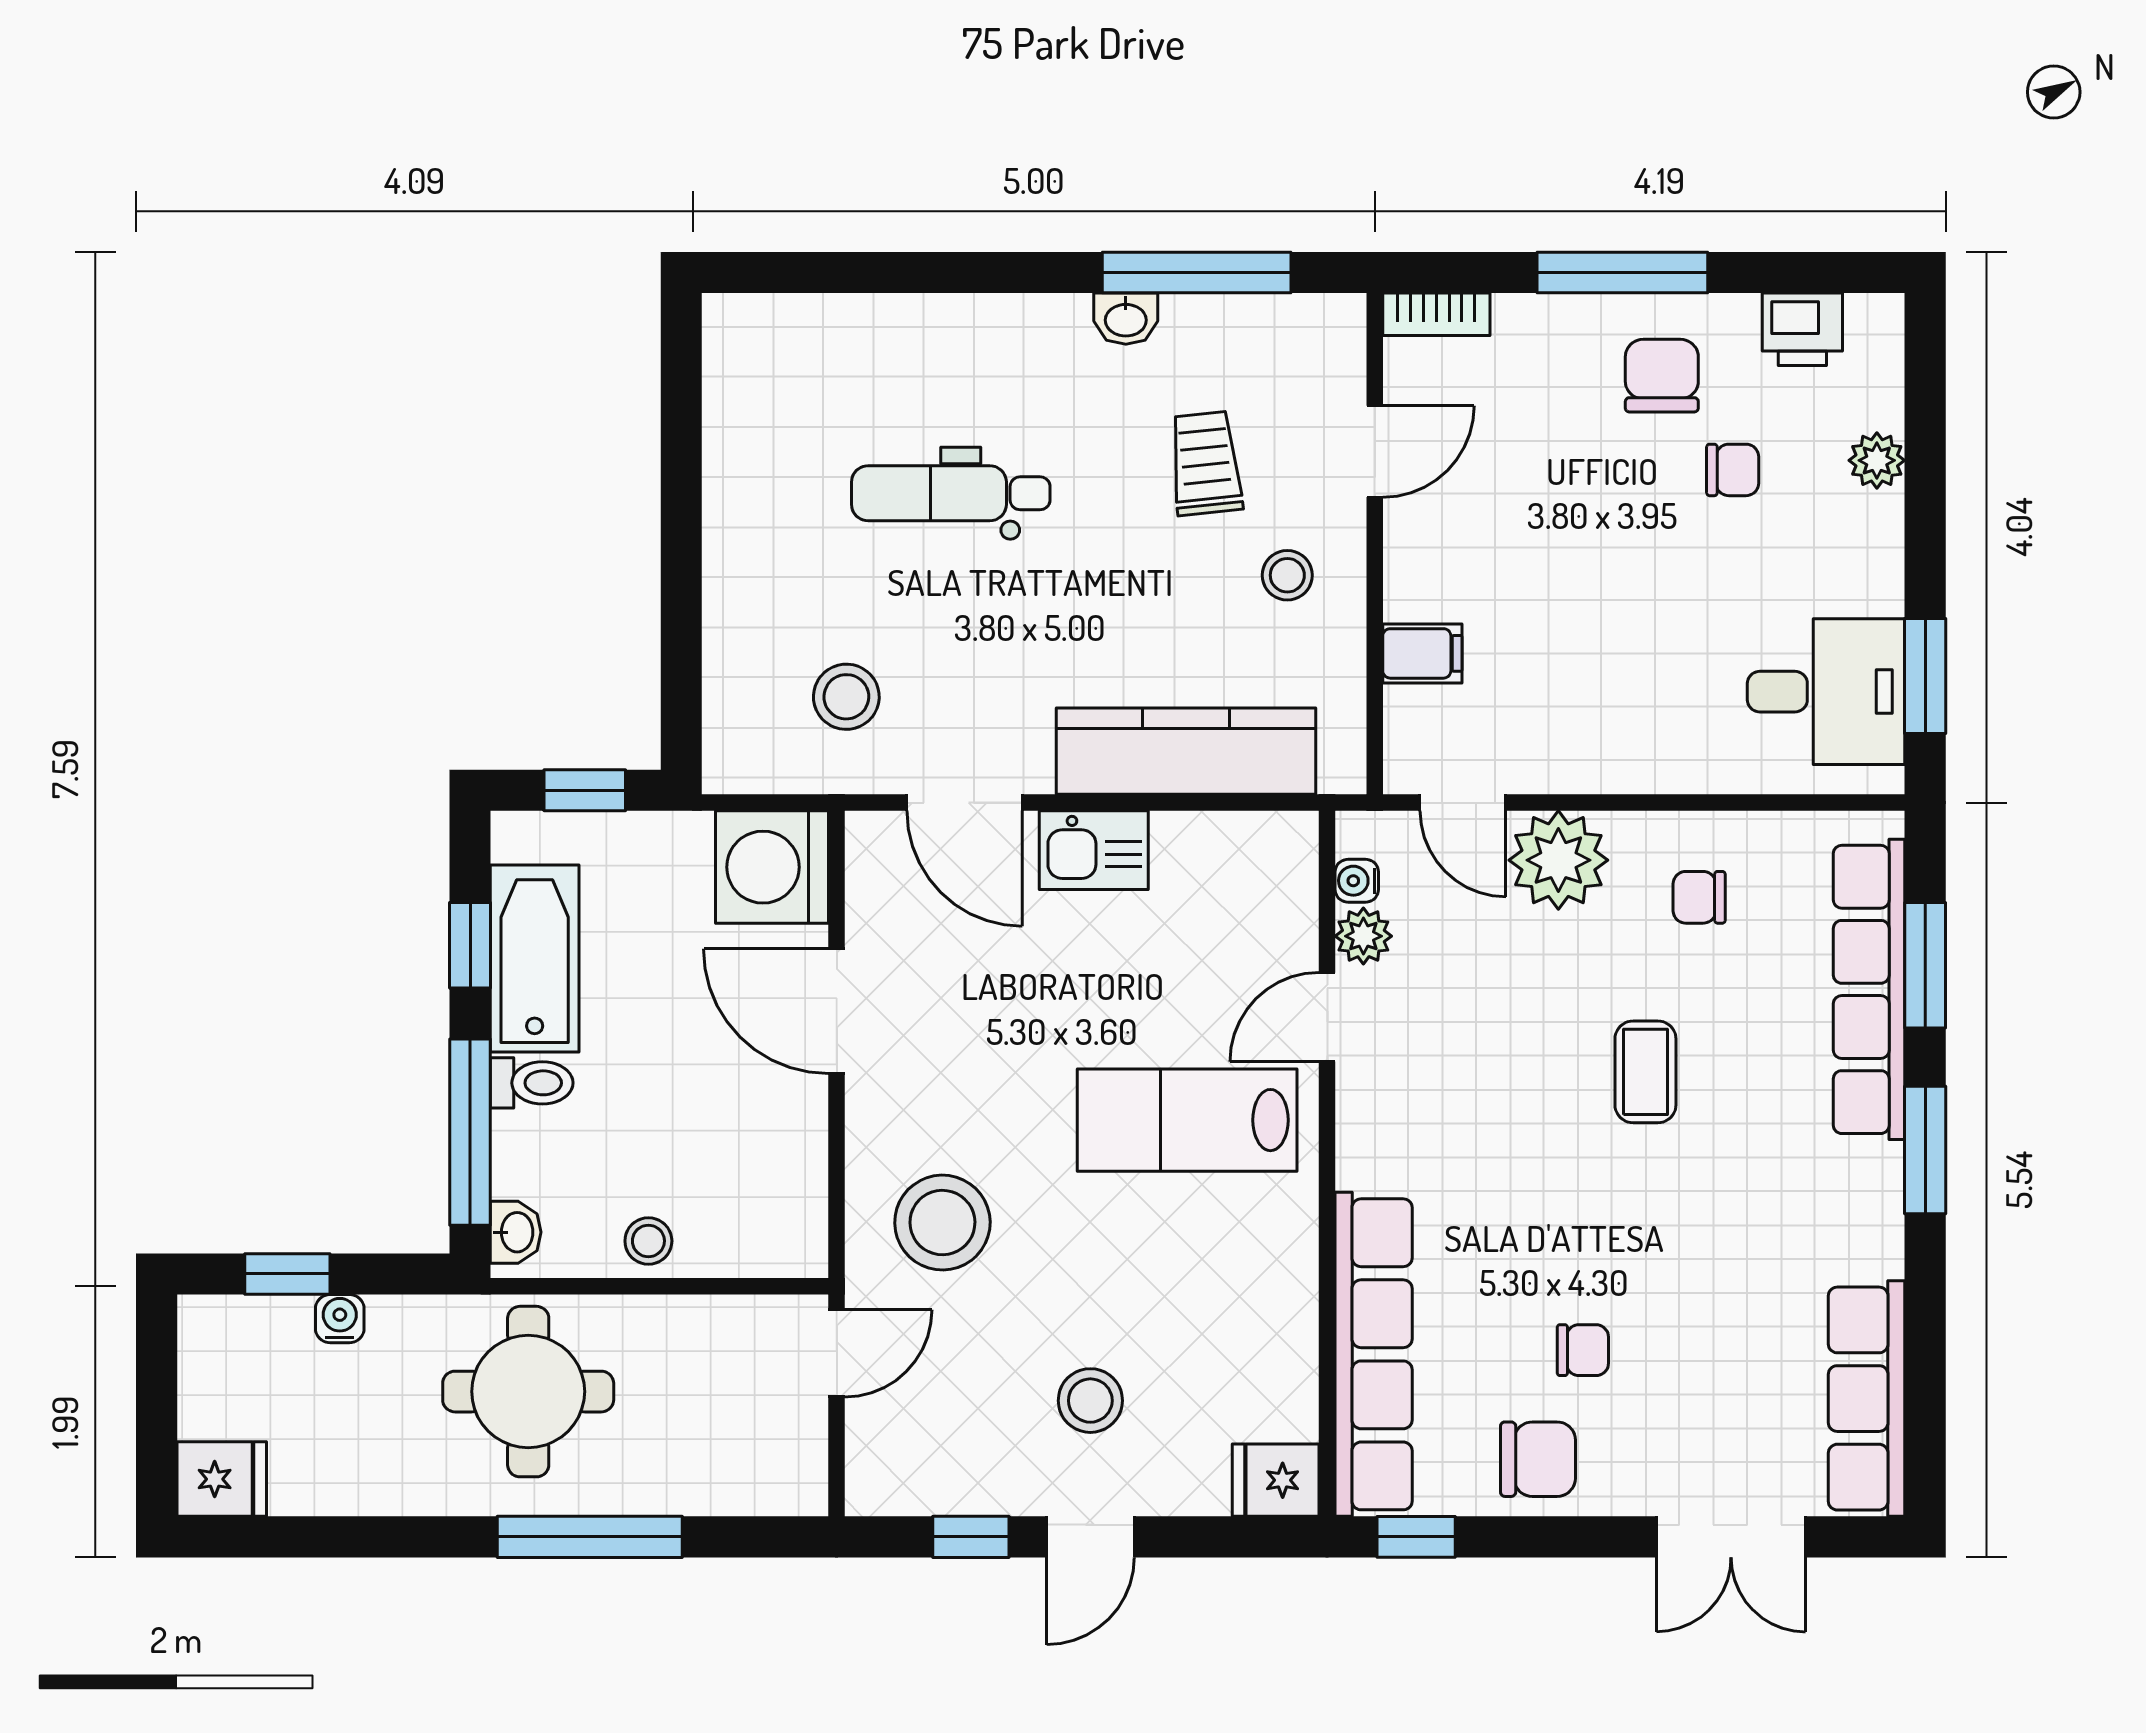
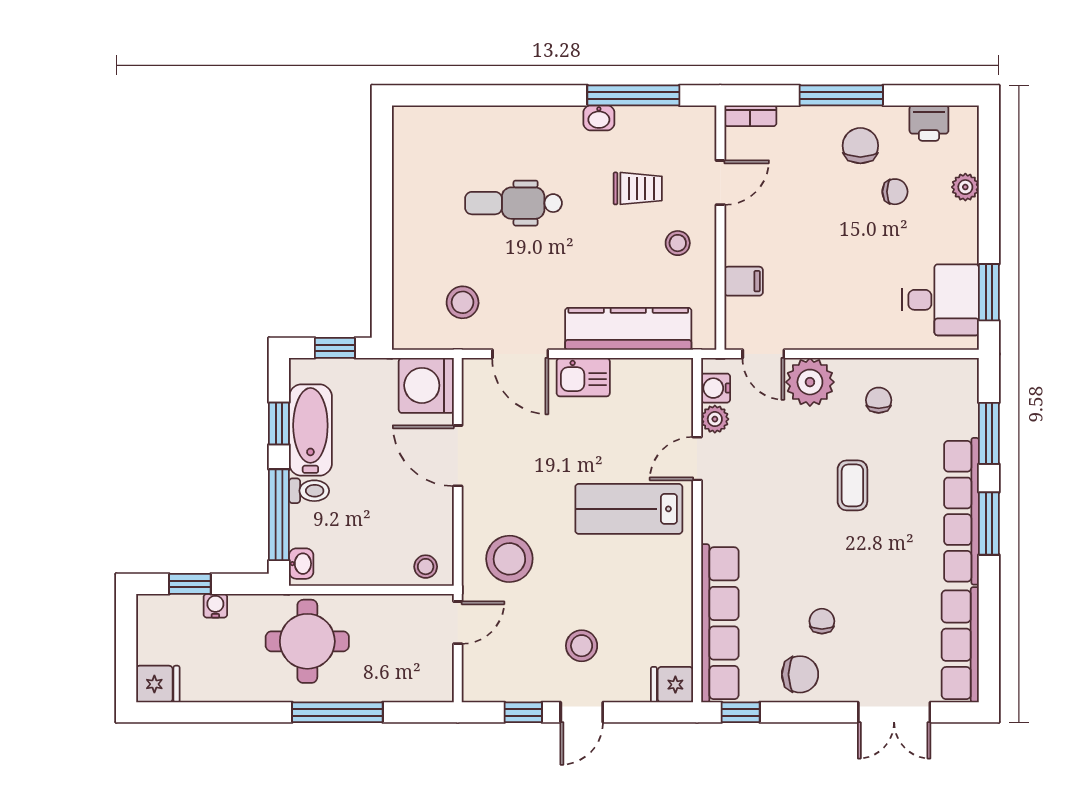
trolley: (1205, 463) -> (638, 188), turned 96
water cooler: (1357, 881) -> (716, 388), width x1.38, depth x1.38
chair: (1699, 897) -> (879, 400), turned 90
row of seats: (1869, 989) -> (962, 511), moved
stool: (648, 1241) -> (426, 567), moved
chair: (1583, 1350) -> (822, 621), turned -90

